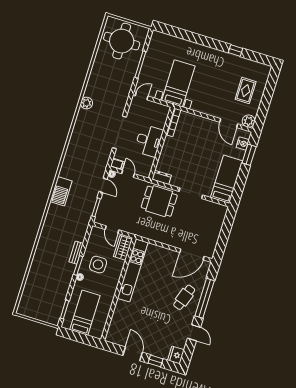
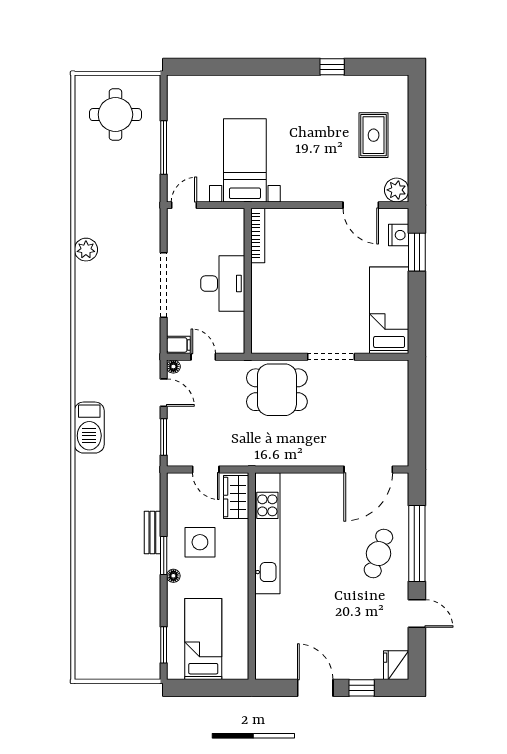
round table: (122, 41) -> (115, 115), width x0.73, depth x0.73
dresser: (162, 177) -> (268, 344), removed

